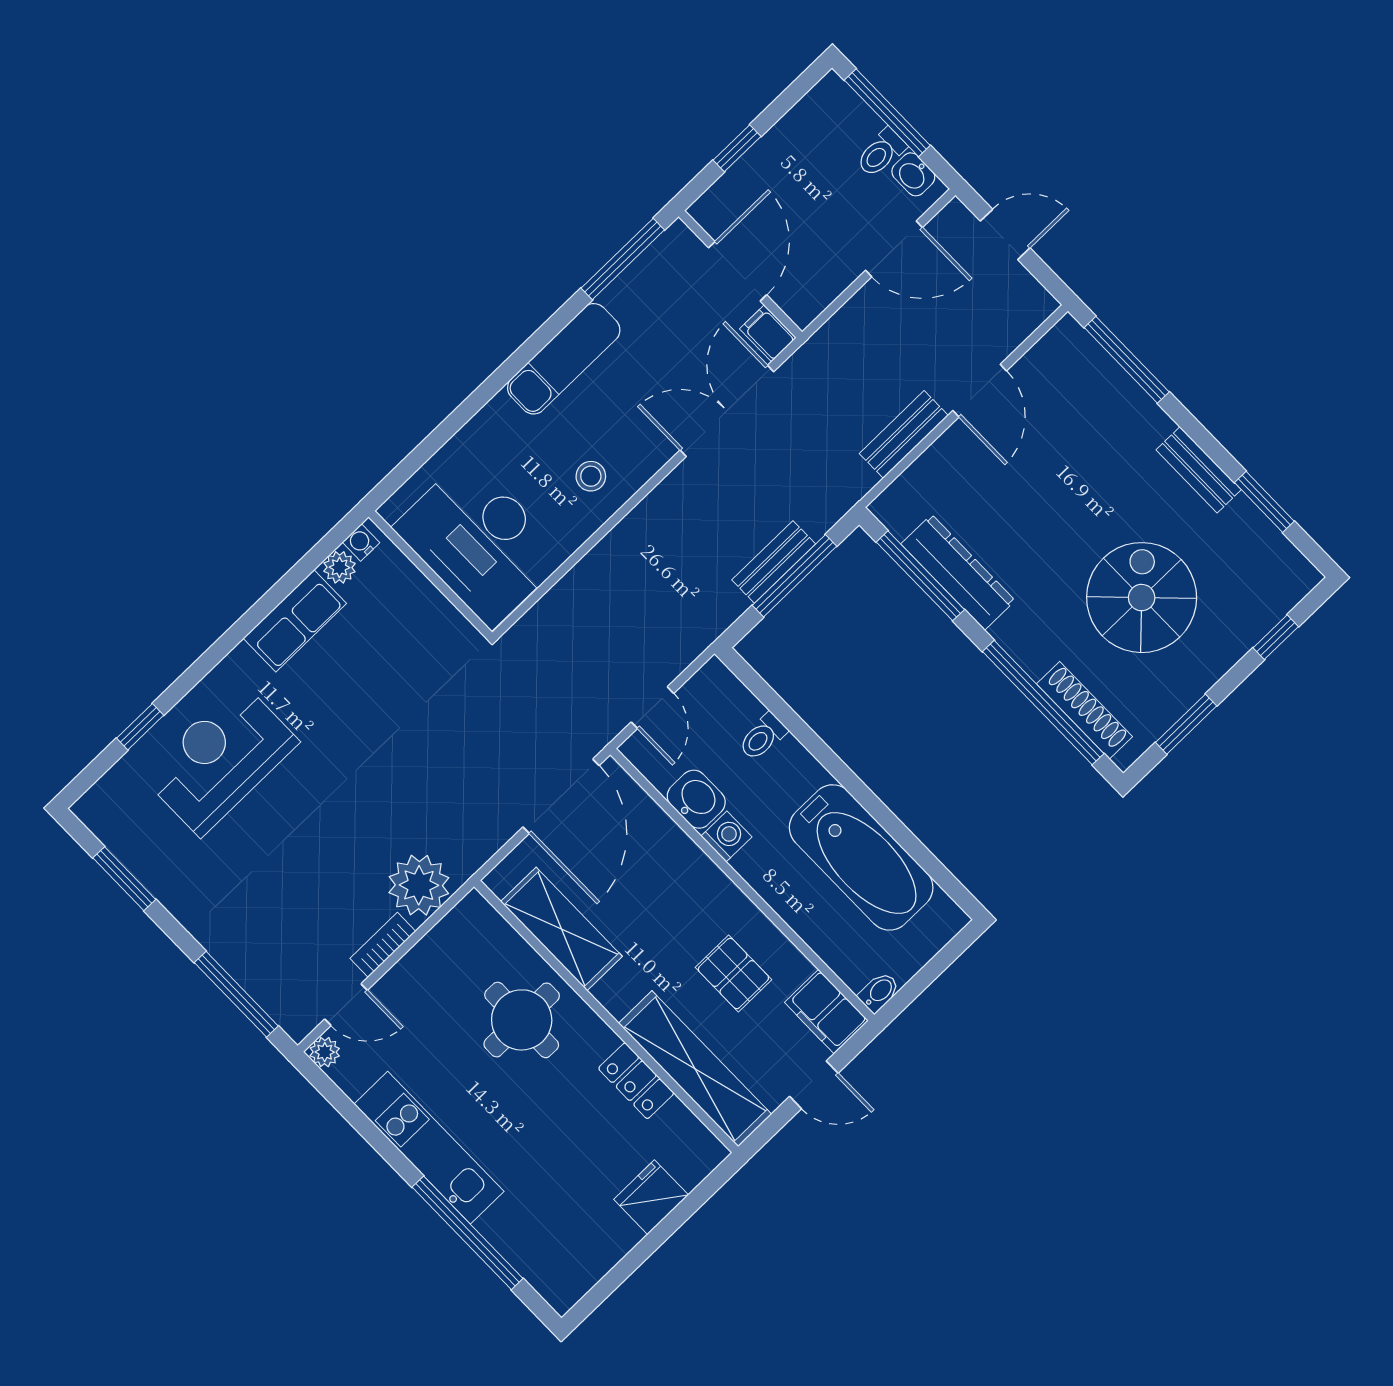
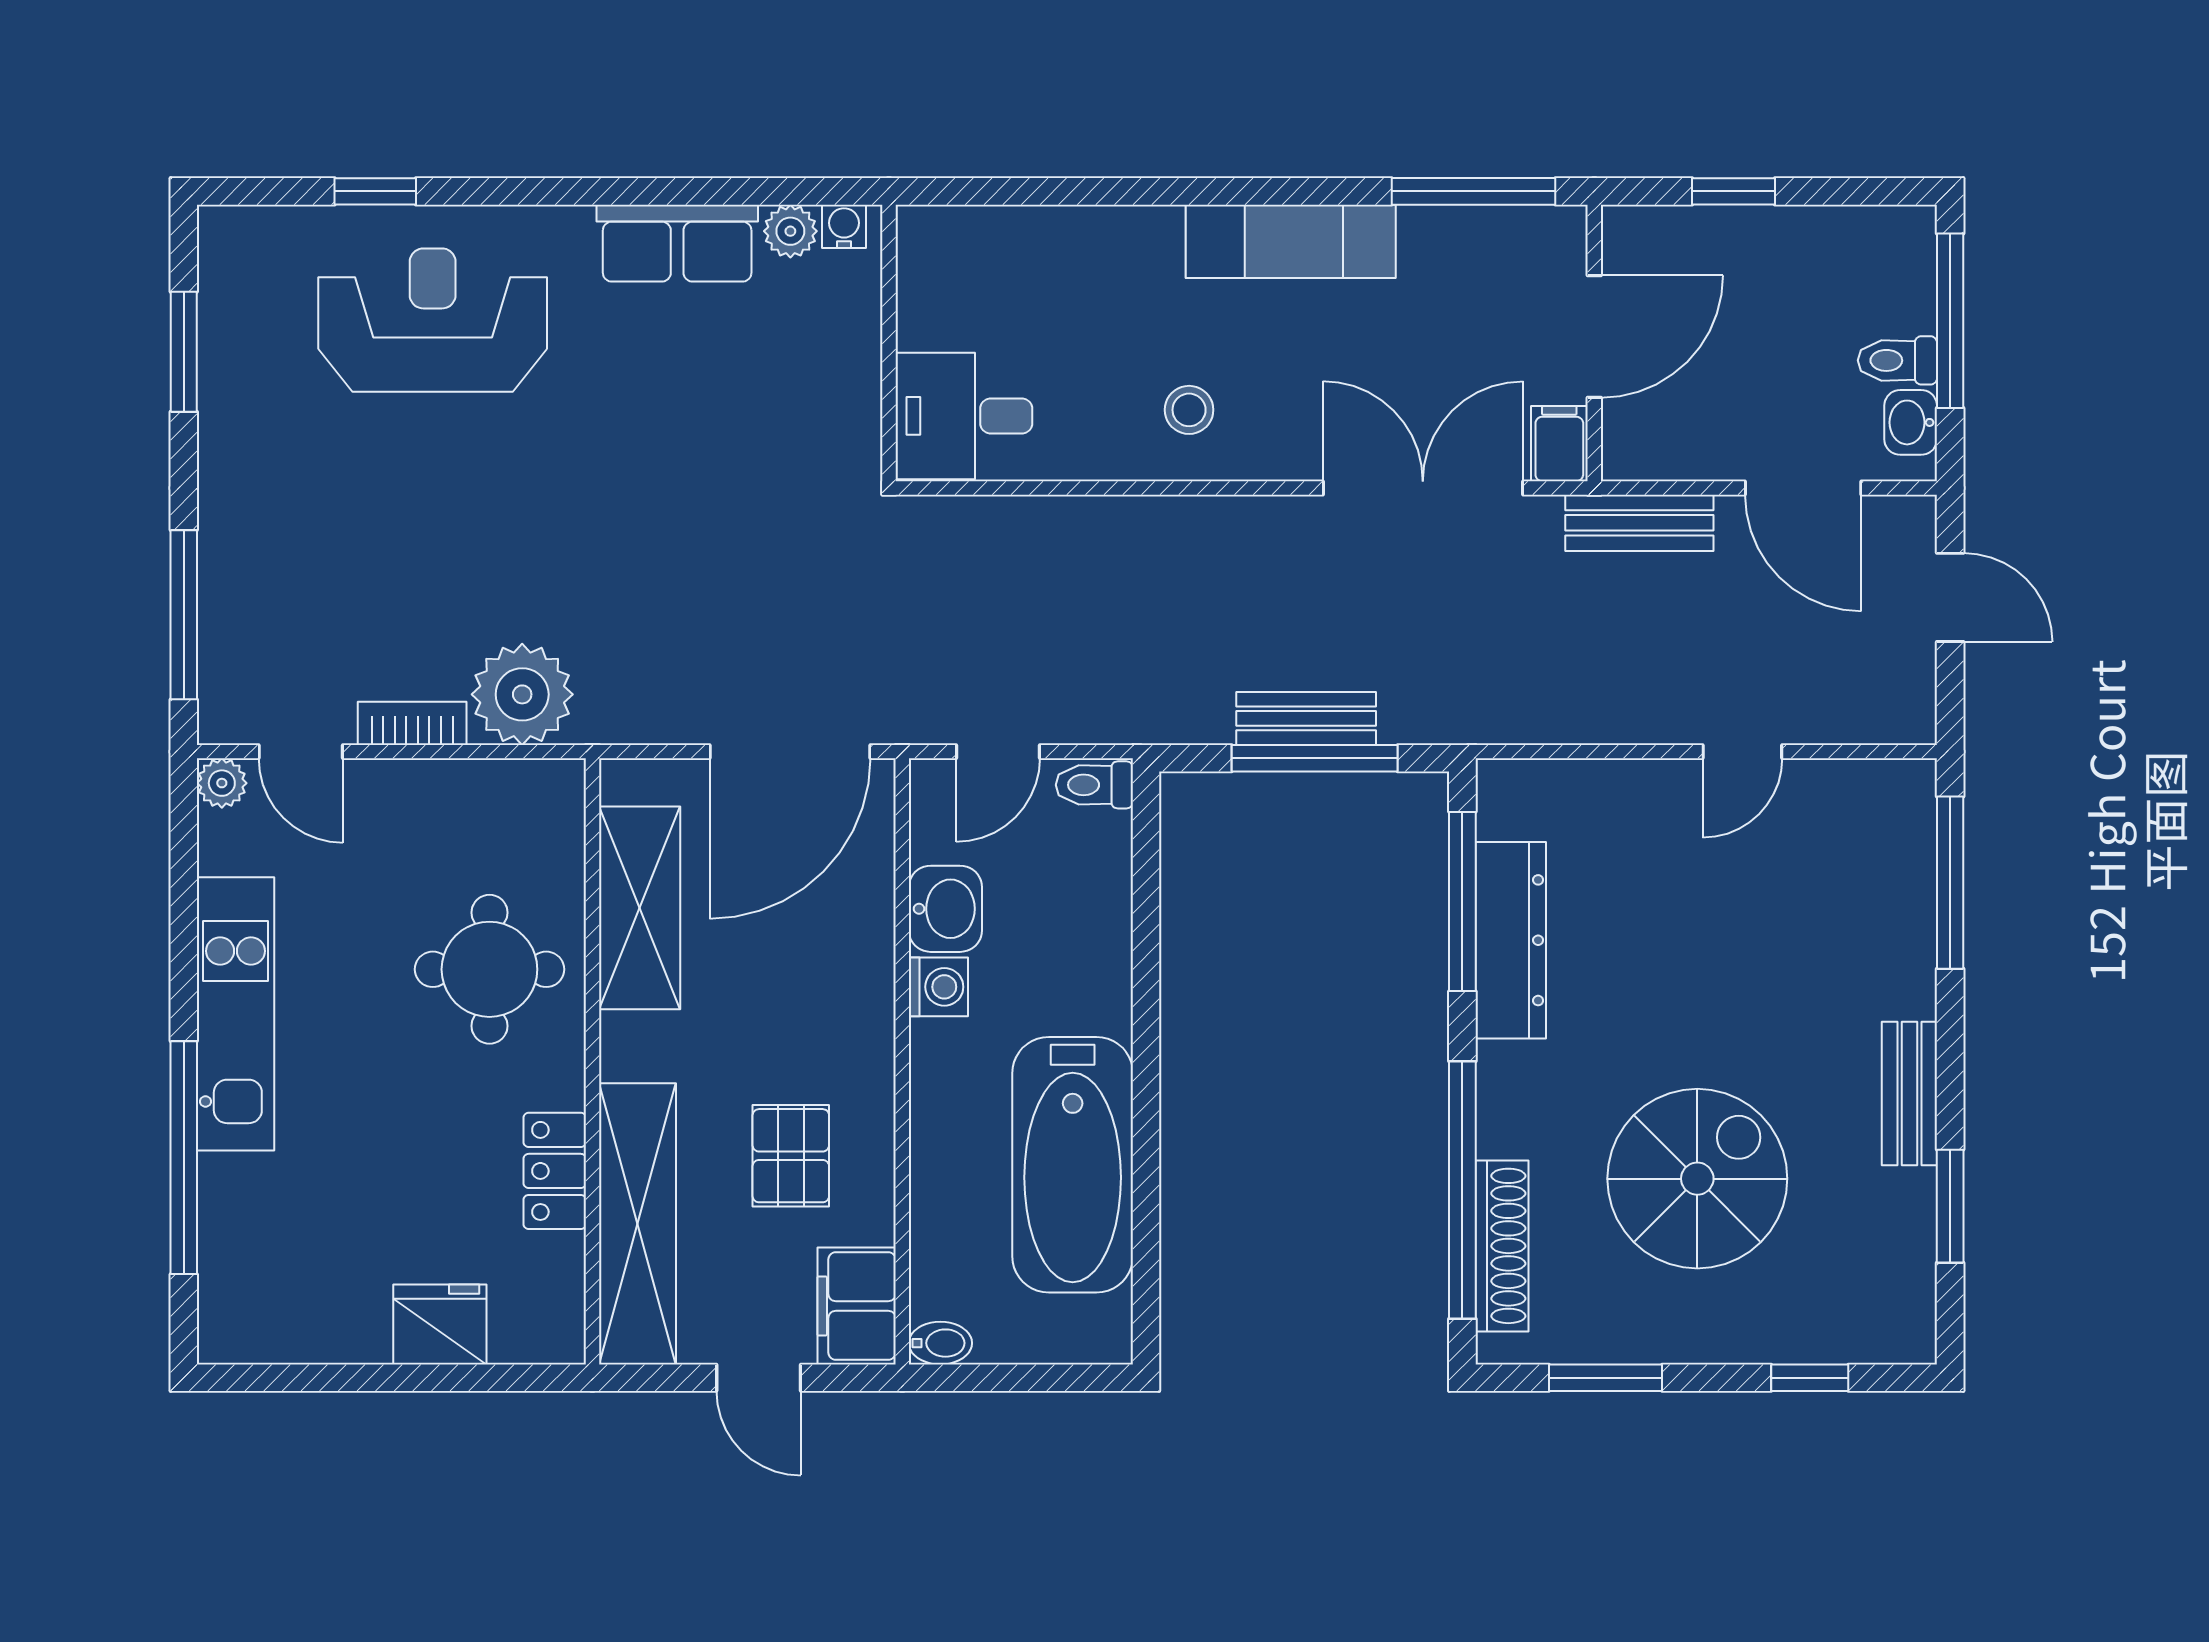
door: (980, 391) -> (1742, 752), width x0.73
bench: (904, 434) -> (1639, 523), moved
desk: (480, 542) -> (964, 416), width x0.53, depth x0.77
toilet: (763, 737) -> (1094, 785), moved

